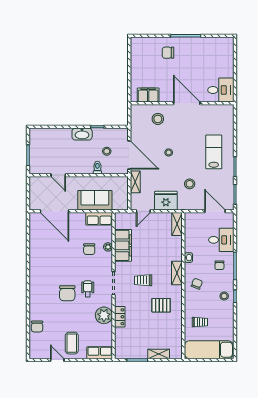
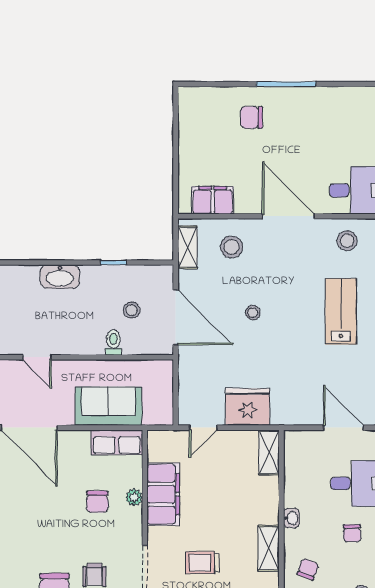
washbasin: (82, 134) -> (60, 277), moved
shelving: (135, 182) -> (187, 247), moved
stool: (190, 184) -> (347, 241), moved

